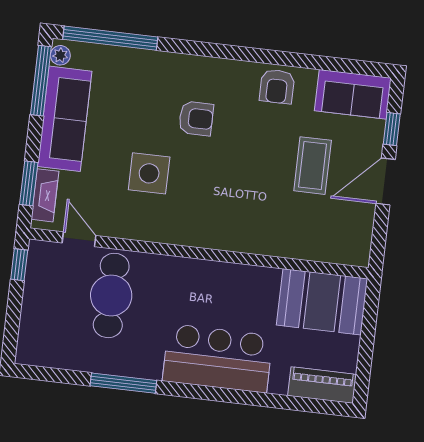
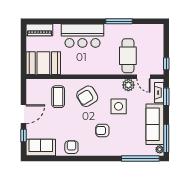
coffee table: (313, 166) -> (58, 97), moved
armchair: (223, 207) -> (87, 96), added
plant: (119, 223) -> (128, 85), added

